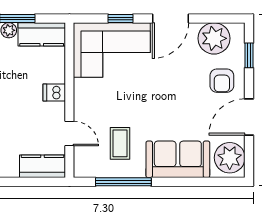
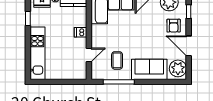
door: (249, 117) -> (189, 46), hinge flipped
door: (69, 134) -> (89, 55), hinge flipped
kitchen counter: (42, 166) -> (74, 73), removed

